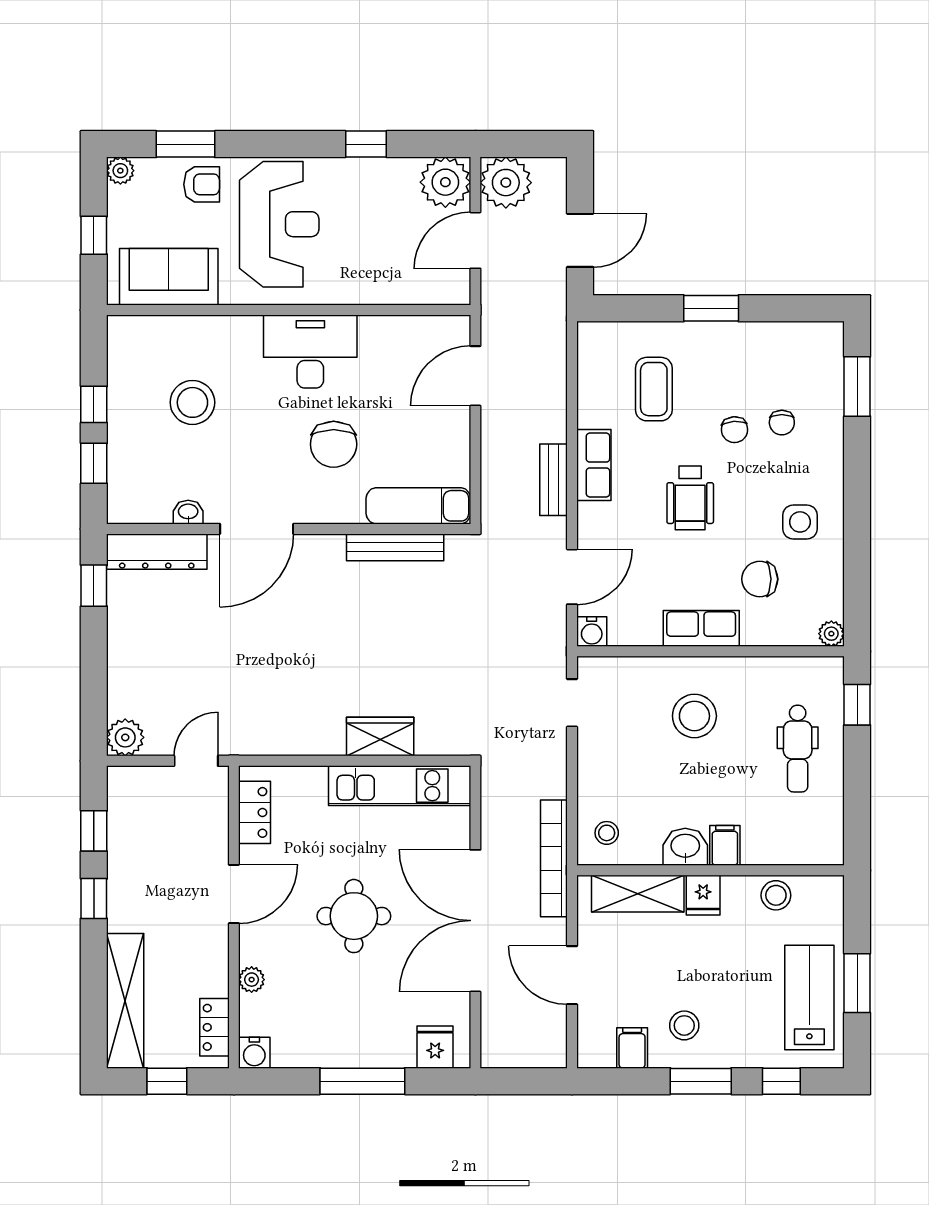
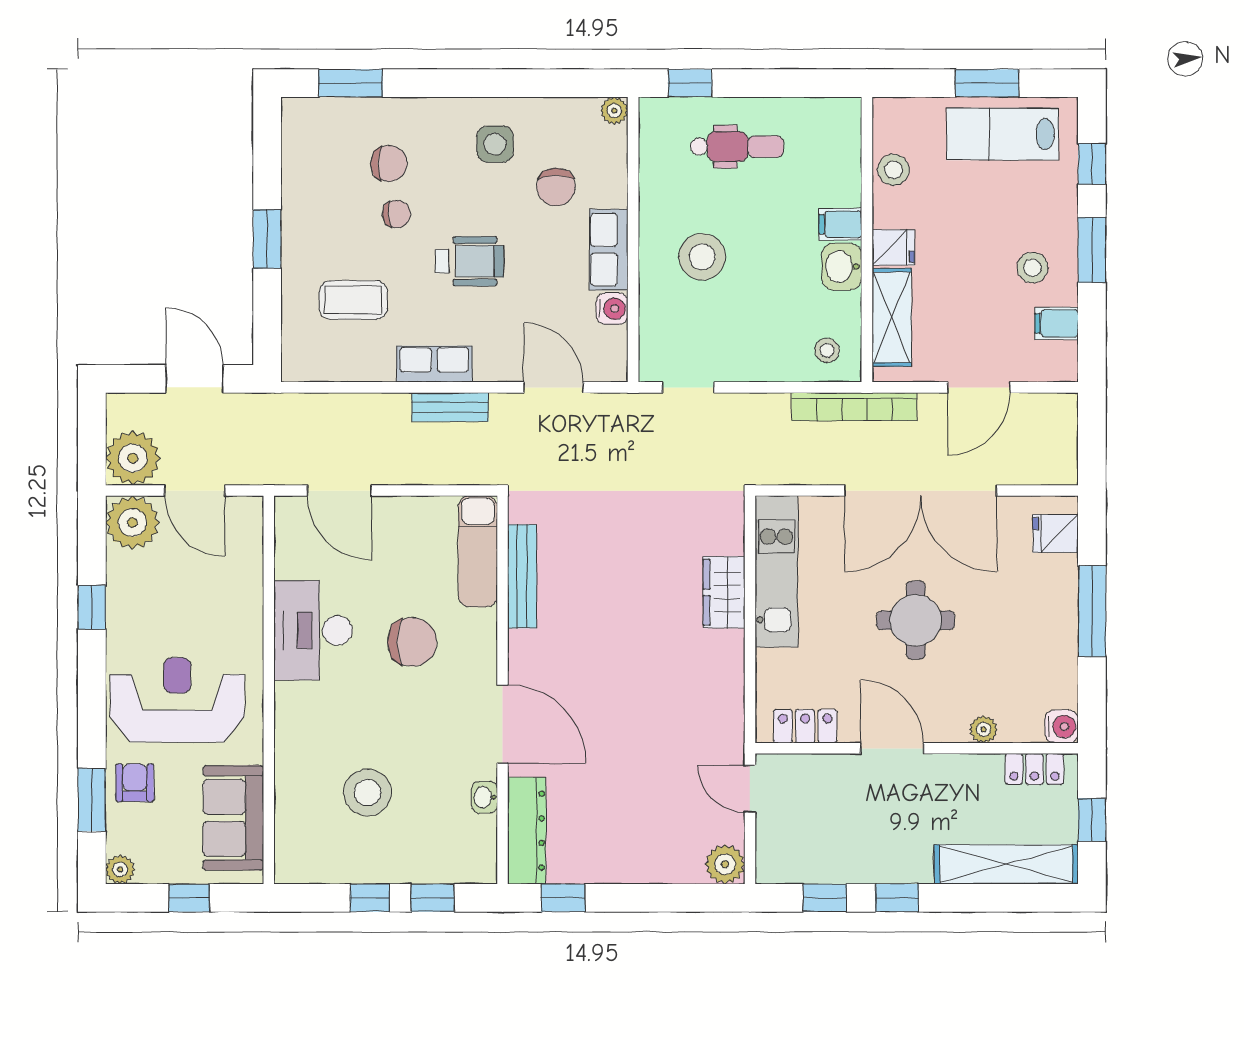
desk: (310, 351) -> (313, 630), moved
chair: (782, 423) -> (389, 163), width x1.37, depth x1.37
water cooler: (592, 632) -> (612, 309), moved

